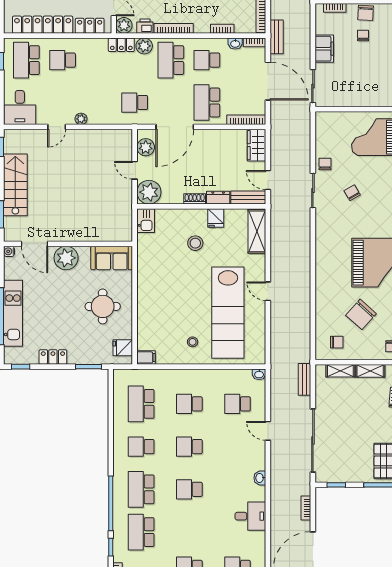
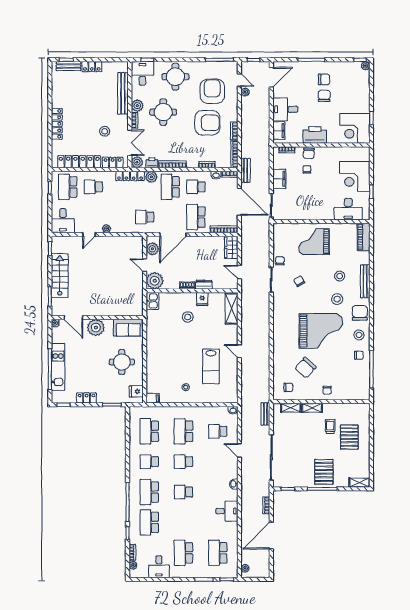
locker: (121, 45) -> (130, 176), width x1.53
bench: (248, 197) -> (225, 285), removed
lab bench: (228, 313) -> (211, 366), width x0.54, depth x0.72
school desk: (189, 404) -> (183, 431), width x1.85

